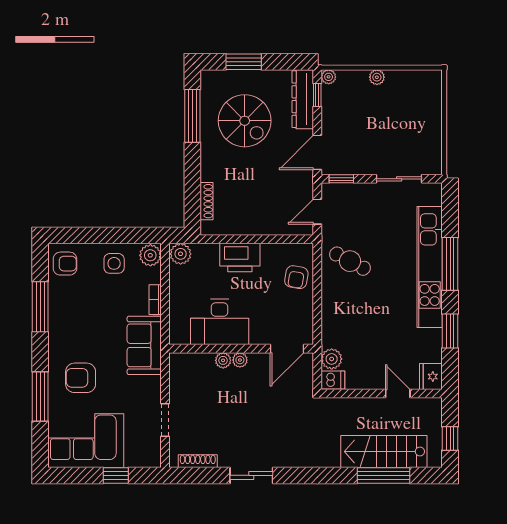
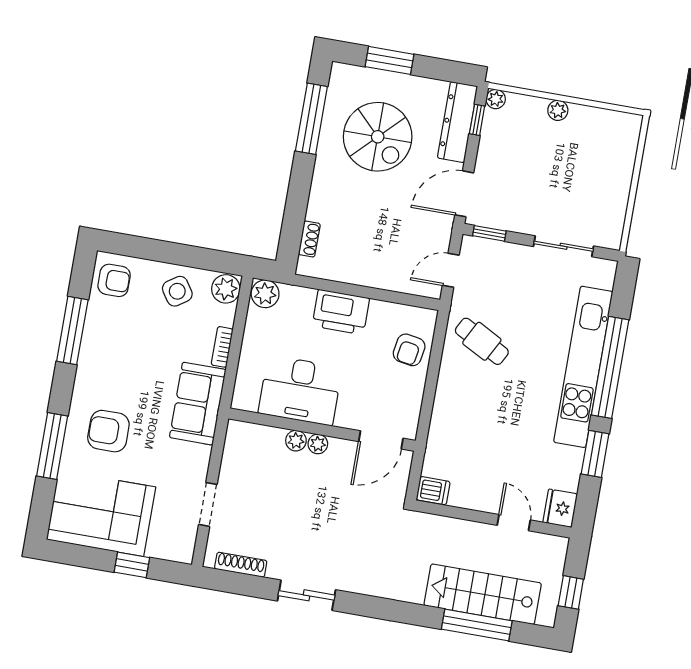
shoe rack: (207, 201) -> (309, 239), width x0.70
side table: (114, 263) -> (177, 291), turned -34
window: (450, 264) -> (610, 367), width x1.46
plant: (332, 359) -> (436, 463), removed

